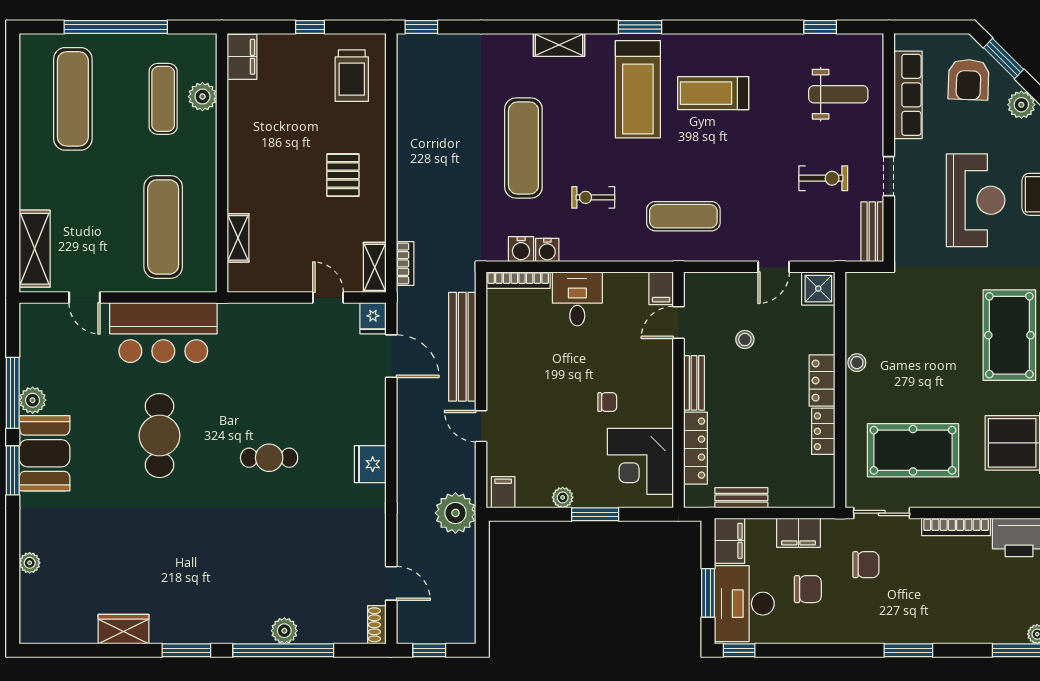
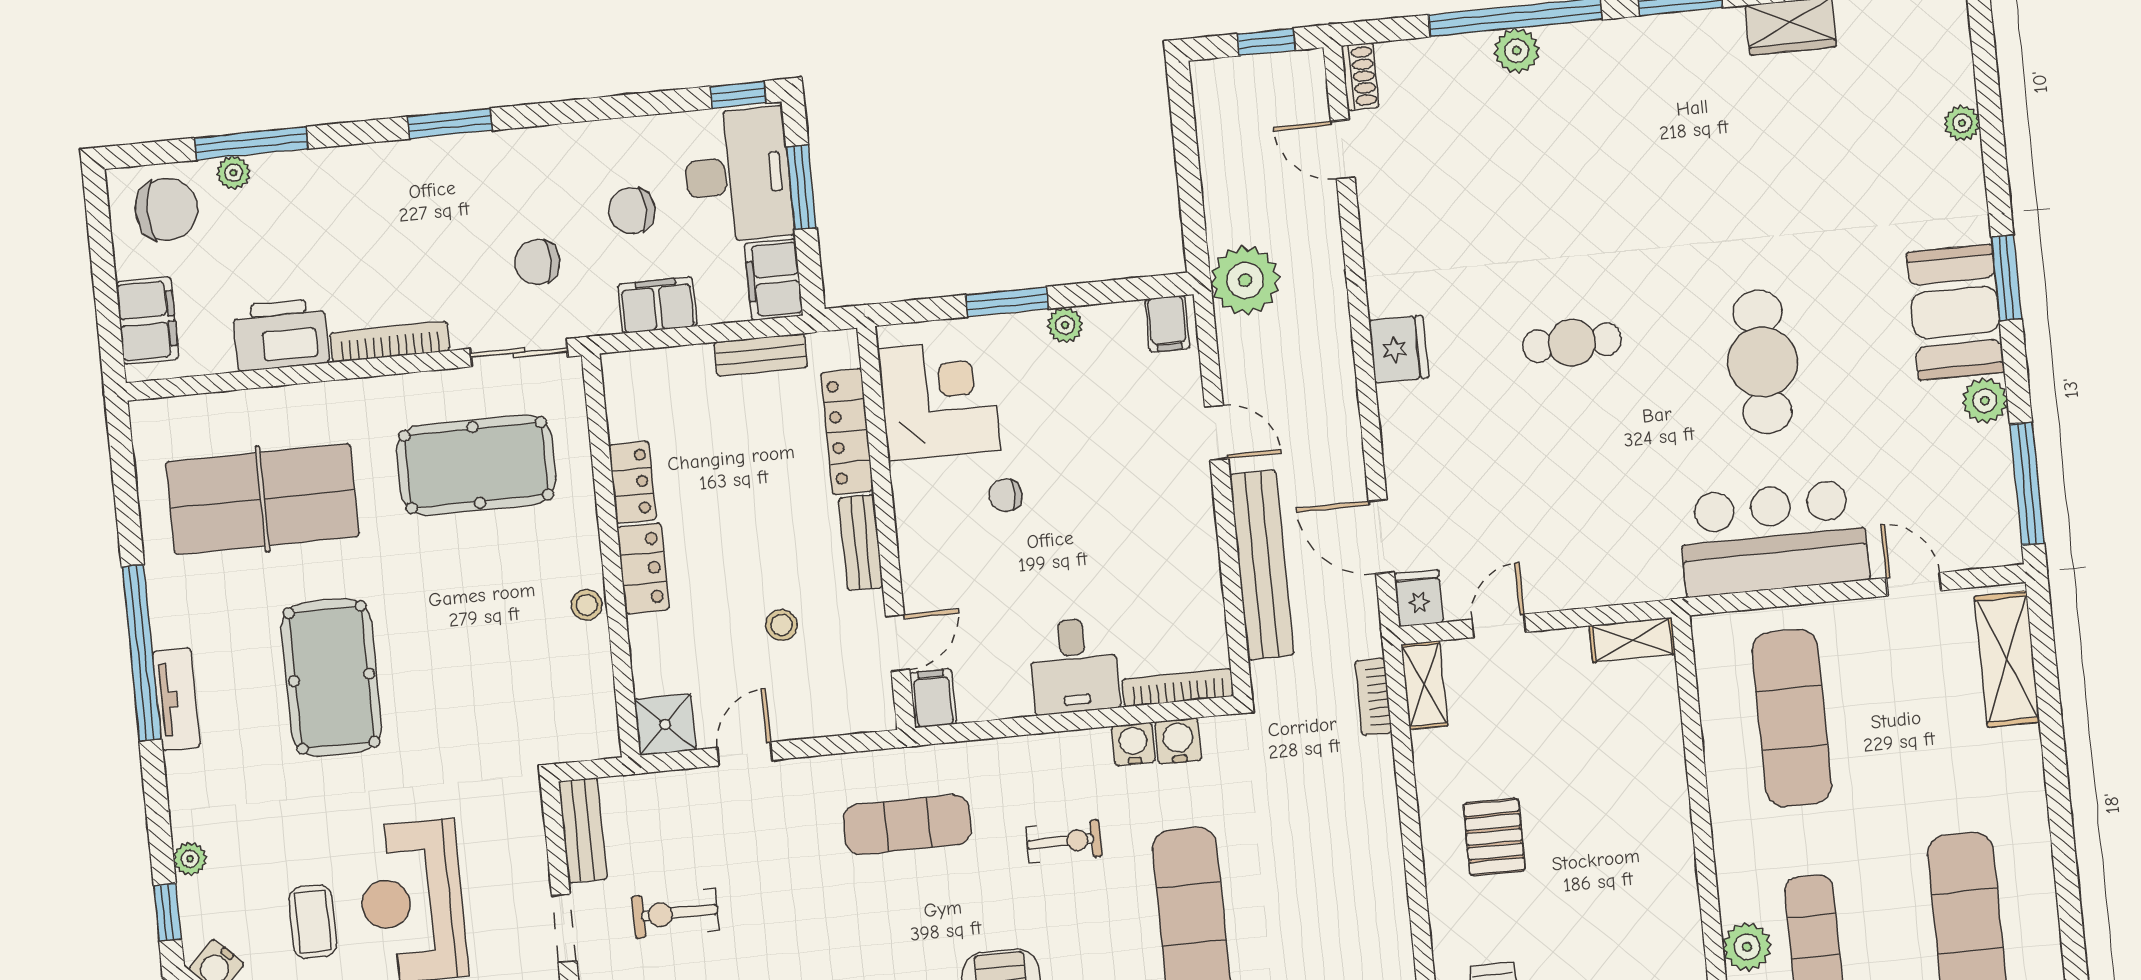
shelving: (238, 238) -> (1632, 640), moved, turned 90
door: (328, 298) -> (1499, 626), swing flipped
window: (13, 393) -> (2027, 484), moved

